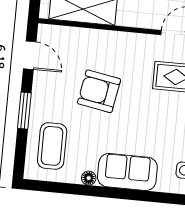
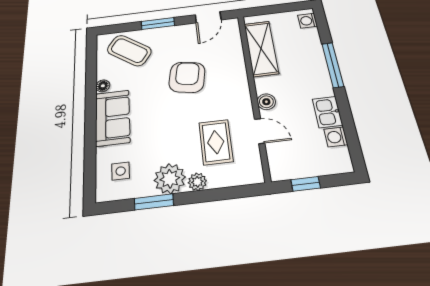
boiler: (145, 20) -> (266, 102), added
coffee table: (52, 146) -> (129, 51), turned 35

